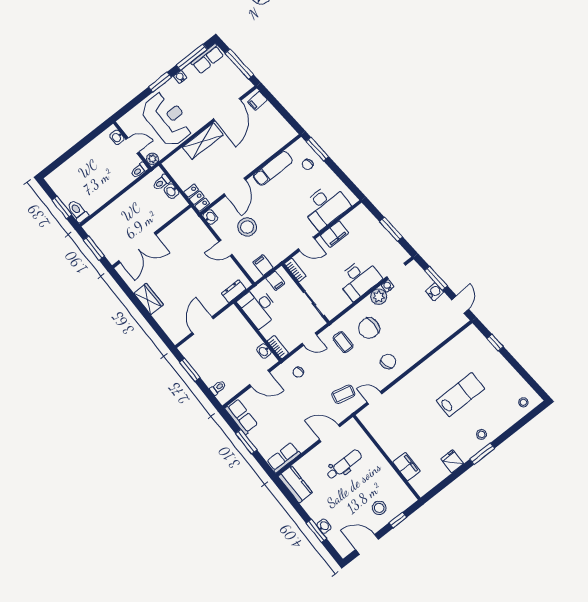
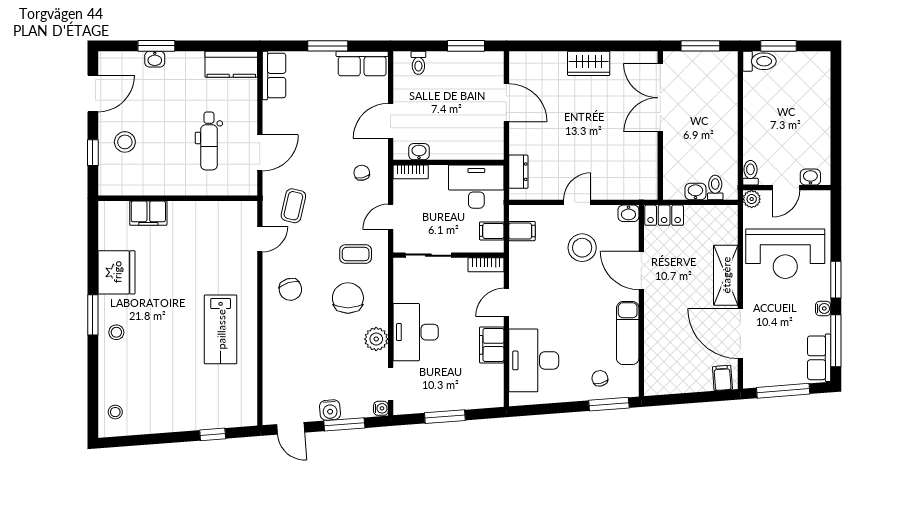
water cooler: (388, 286) -> (381, 408), moved
lab bench: (460, 395) -> (221, 329), moved
fridge: (452, 461) -> (117, 272), width x1.88, depth x1.34

